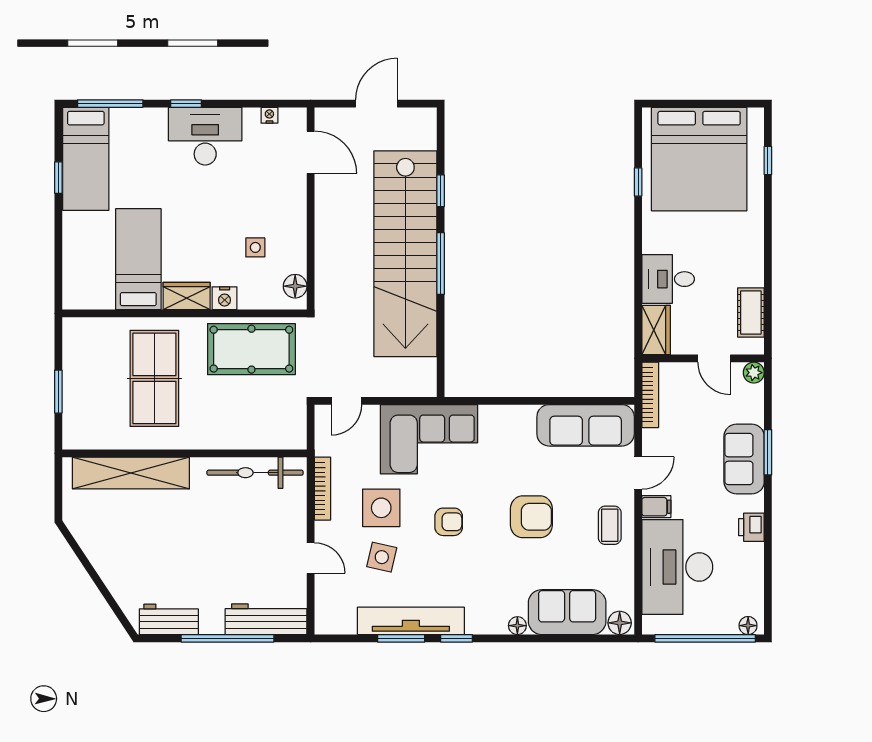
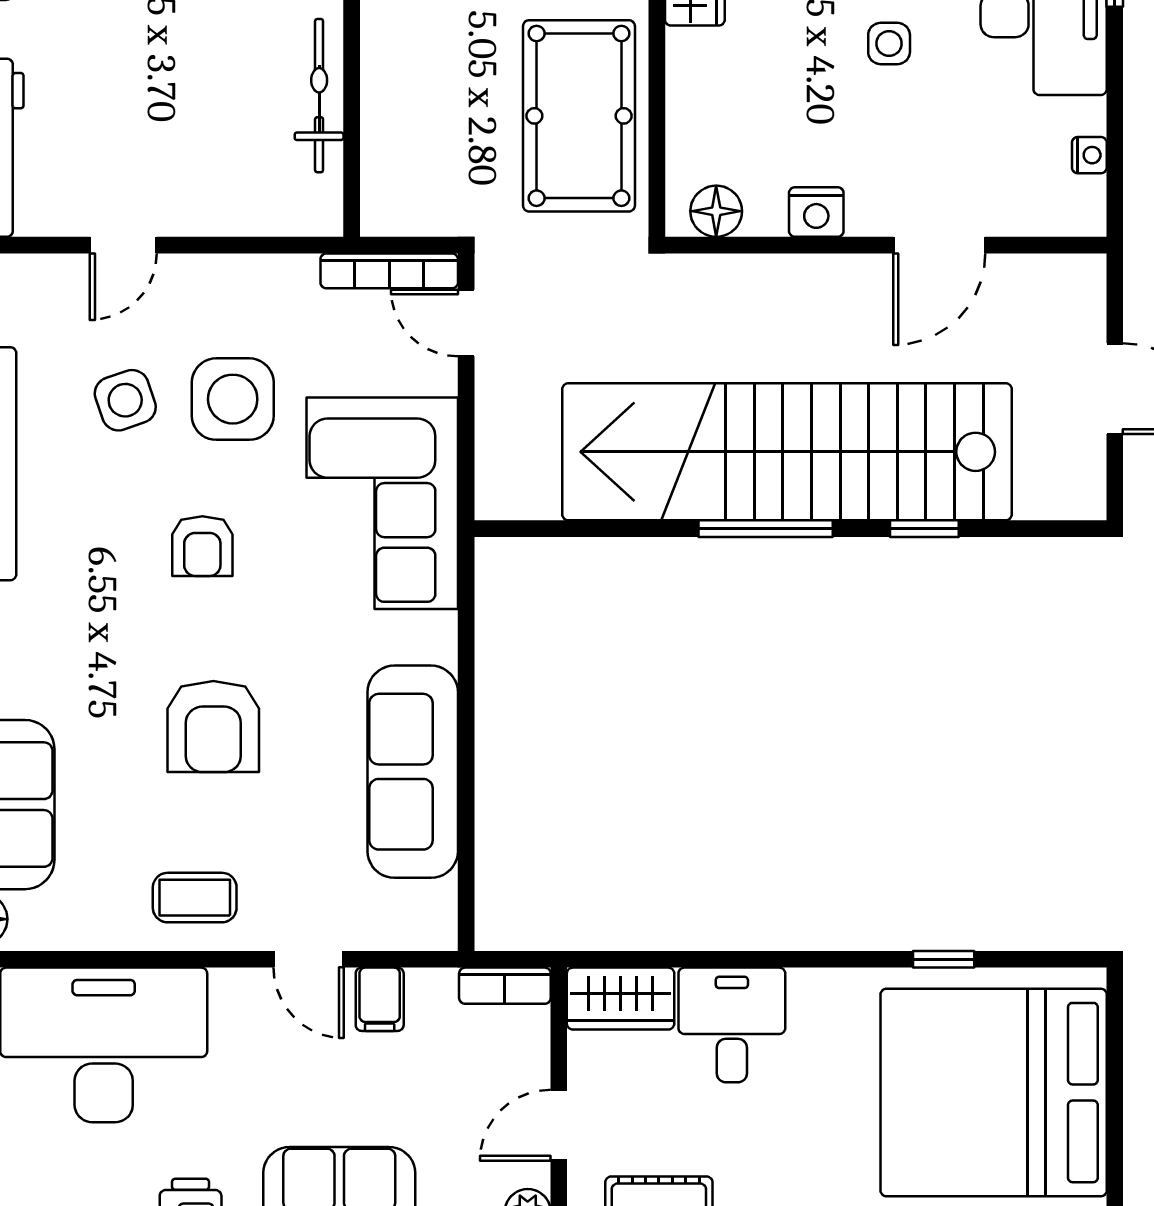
door: (311, 152) -> (939, 245), moved
side table: (255, 247) -> (889, 43), moved
nightstand: (225, 298) -> (816, 212), moved, turned -90
bookcase: (650, 395) -> (505, 986), width x0.64
sofa: (586, 425) -> (413, 772), moved
bicycle: (255, 473) -> (319, 96), width x0.73, depth x0.71
bookcase: (322, 489) -> (389, 271), moved
filing cabinet: (656, 507) -> (380, 999), moved
side table: (382, 557) -> (125, 400), turned -32

